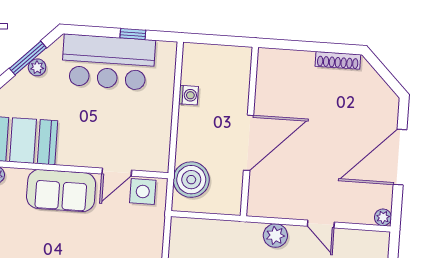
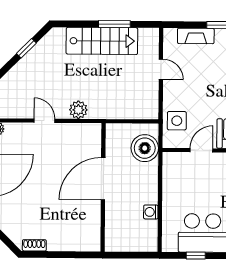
shoe rack: (338, 60) -> (34, 245), width x0.70
side table: (143, 191) -> (177, 121), moved

